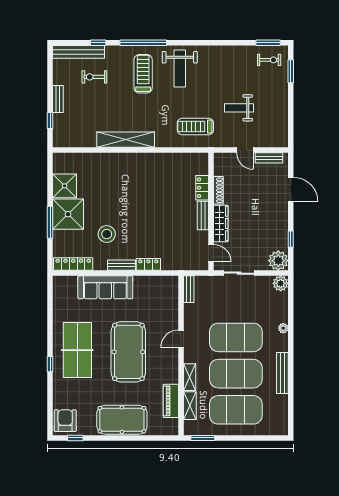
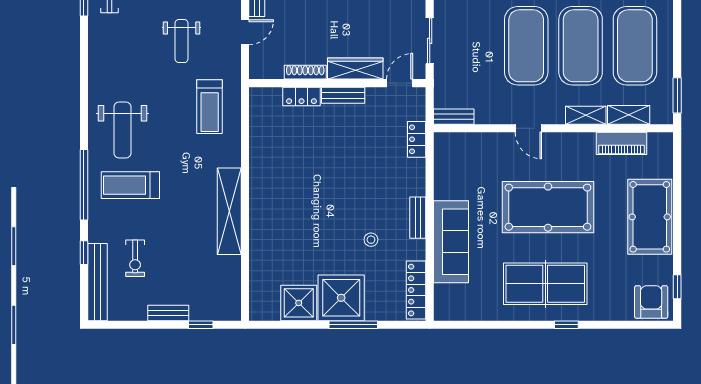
weight bench: (180, 68) -> (122, 130), turned 90
stool: (107, 234) -> (371, 240), width x0.53, depth x0.53
locker: (148, 264) -> (417, 139), moved
armchair: (65, 421) -> (651, 302), turned 90

